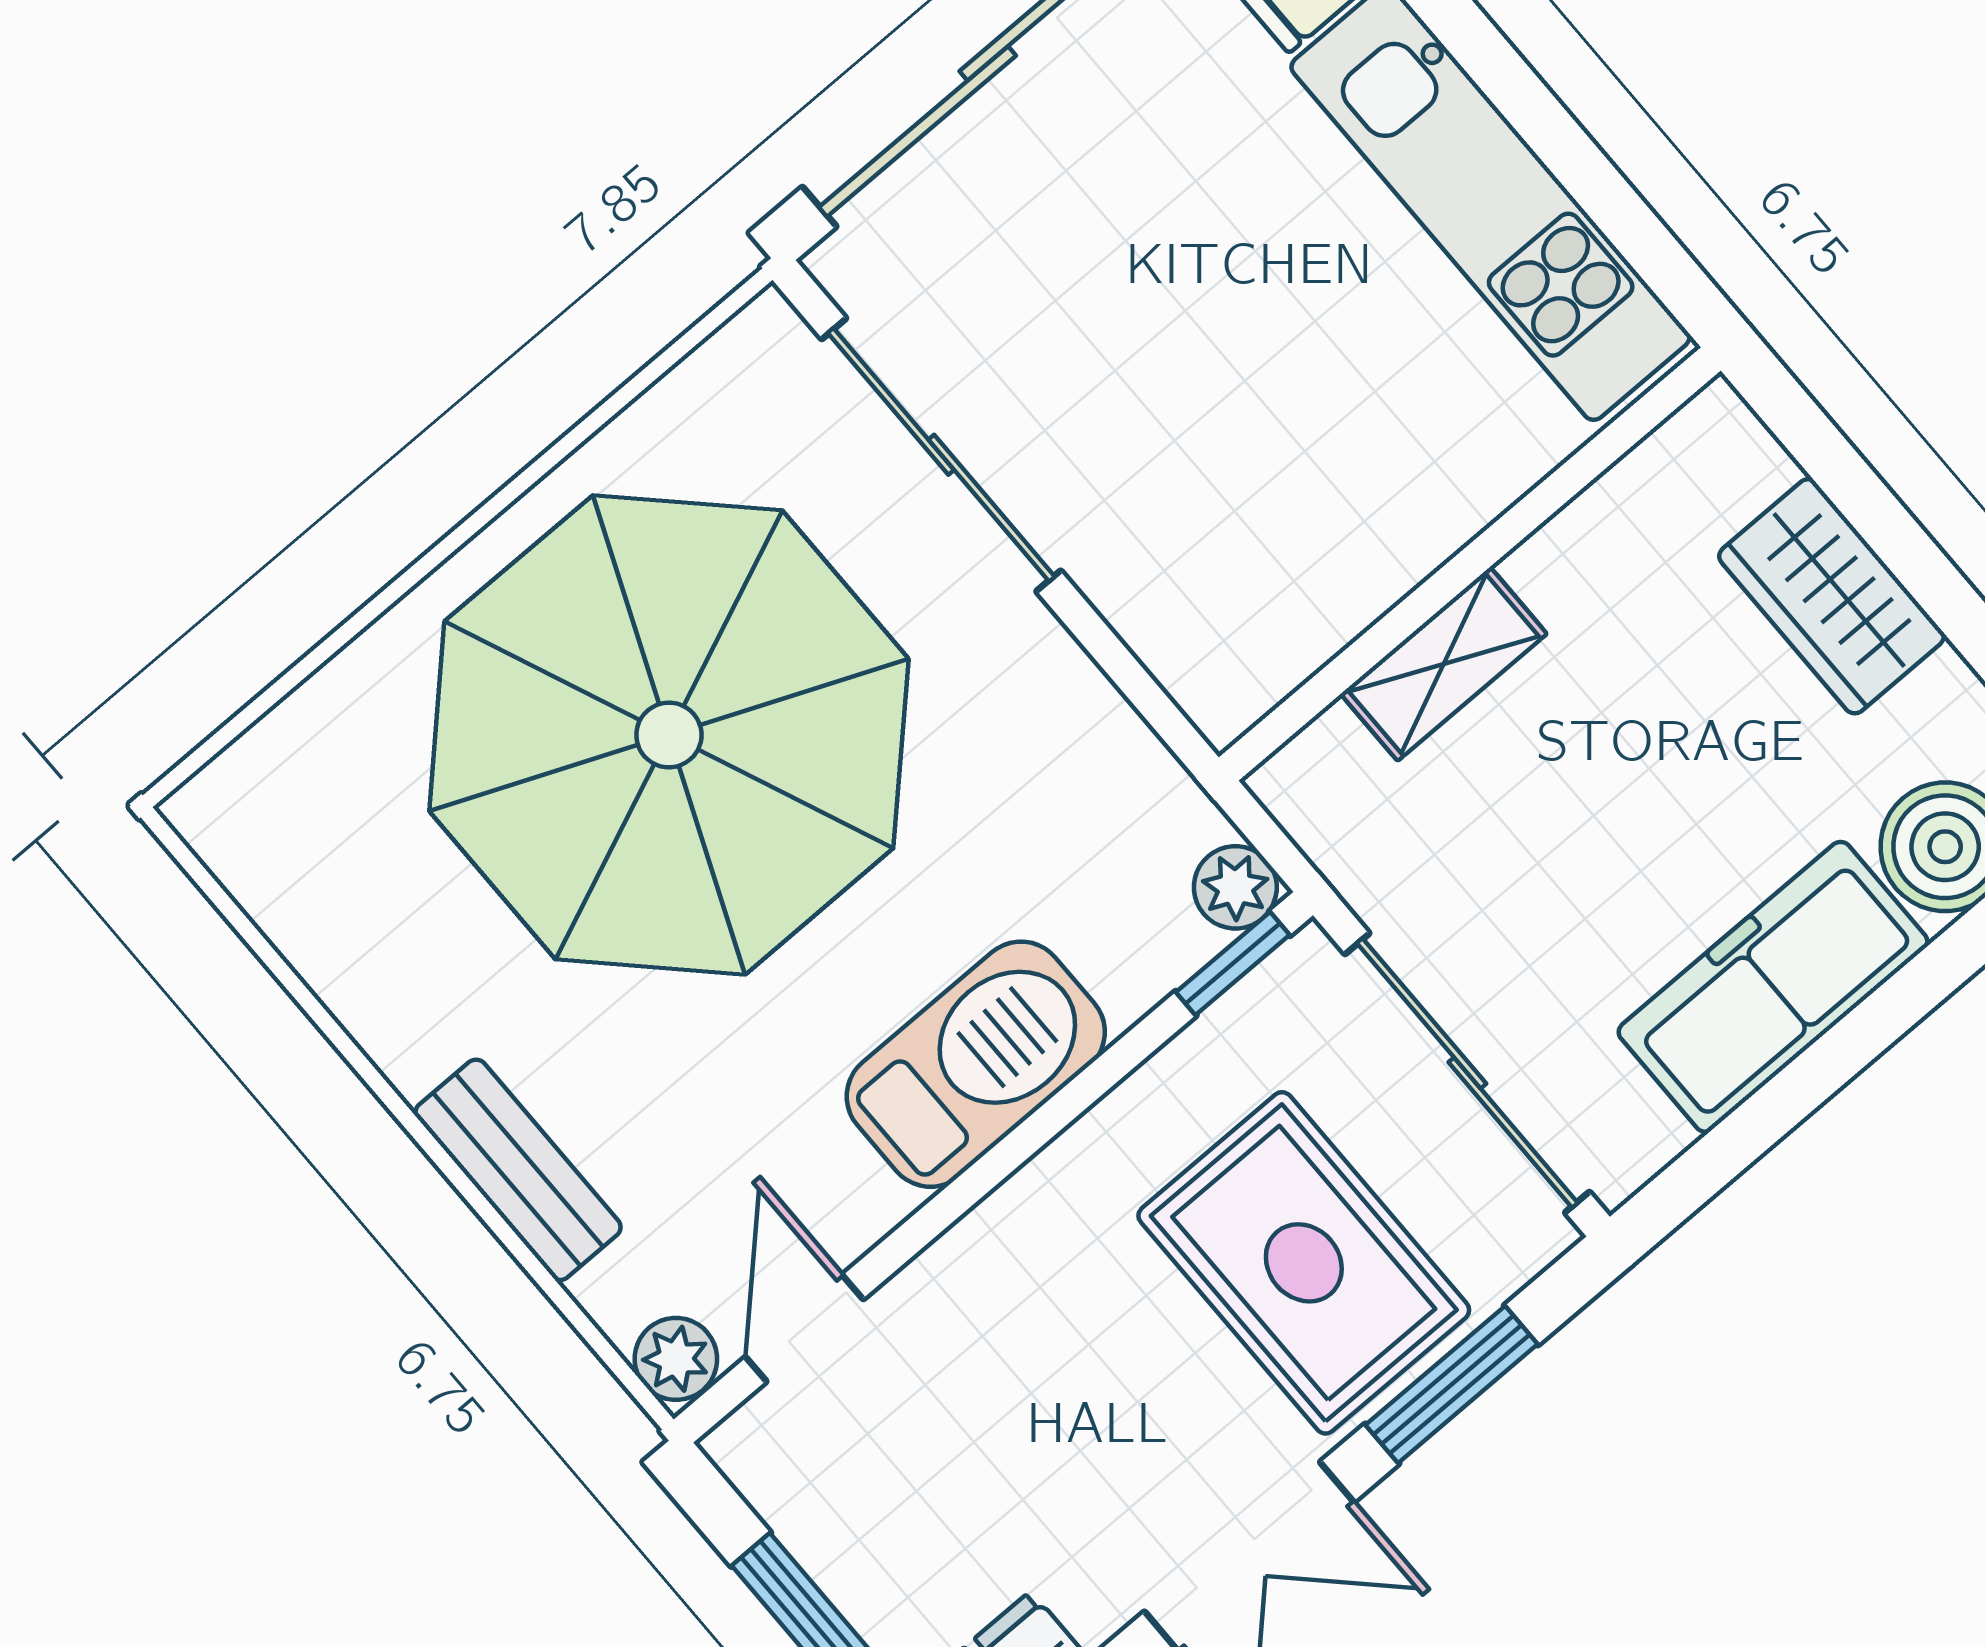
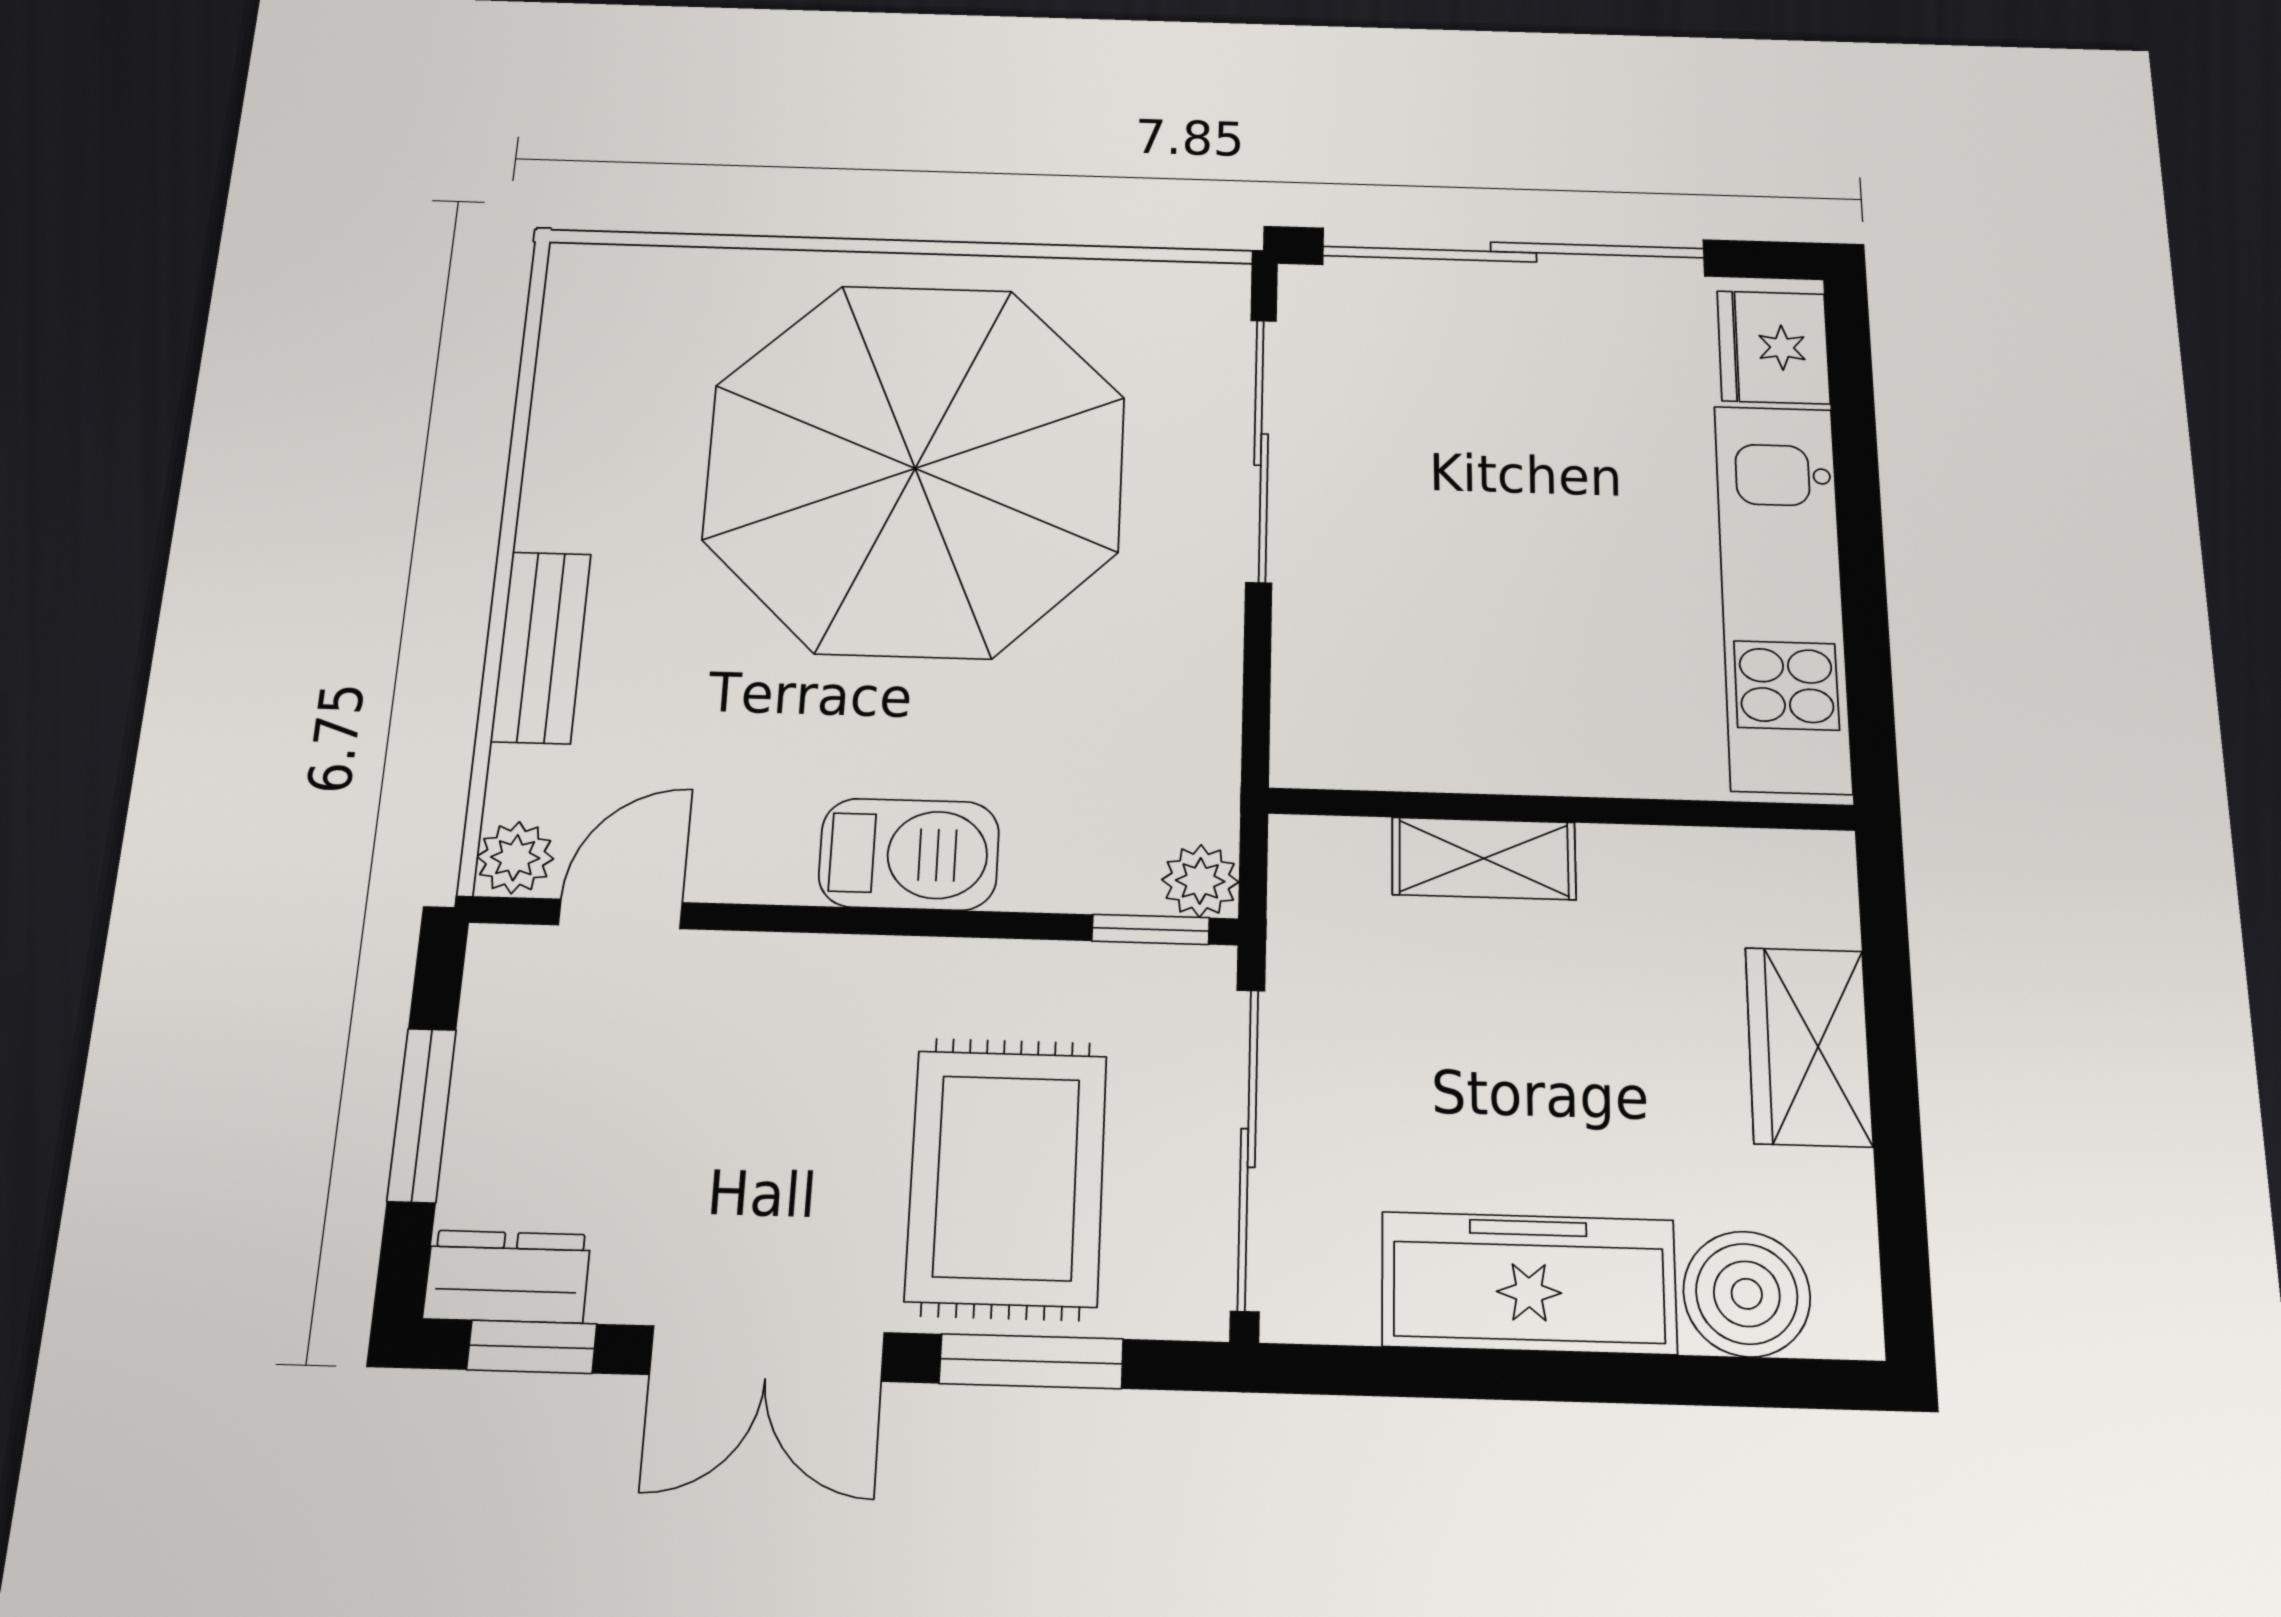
barbecue: (976, 1064) -> (909, 854), width x0.73, depth x0.83

